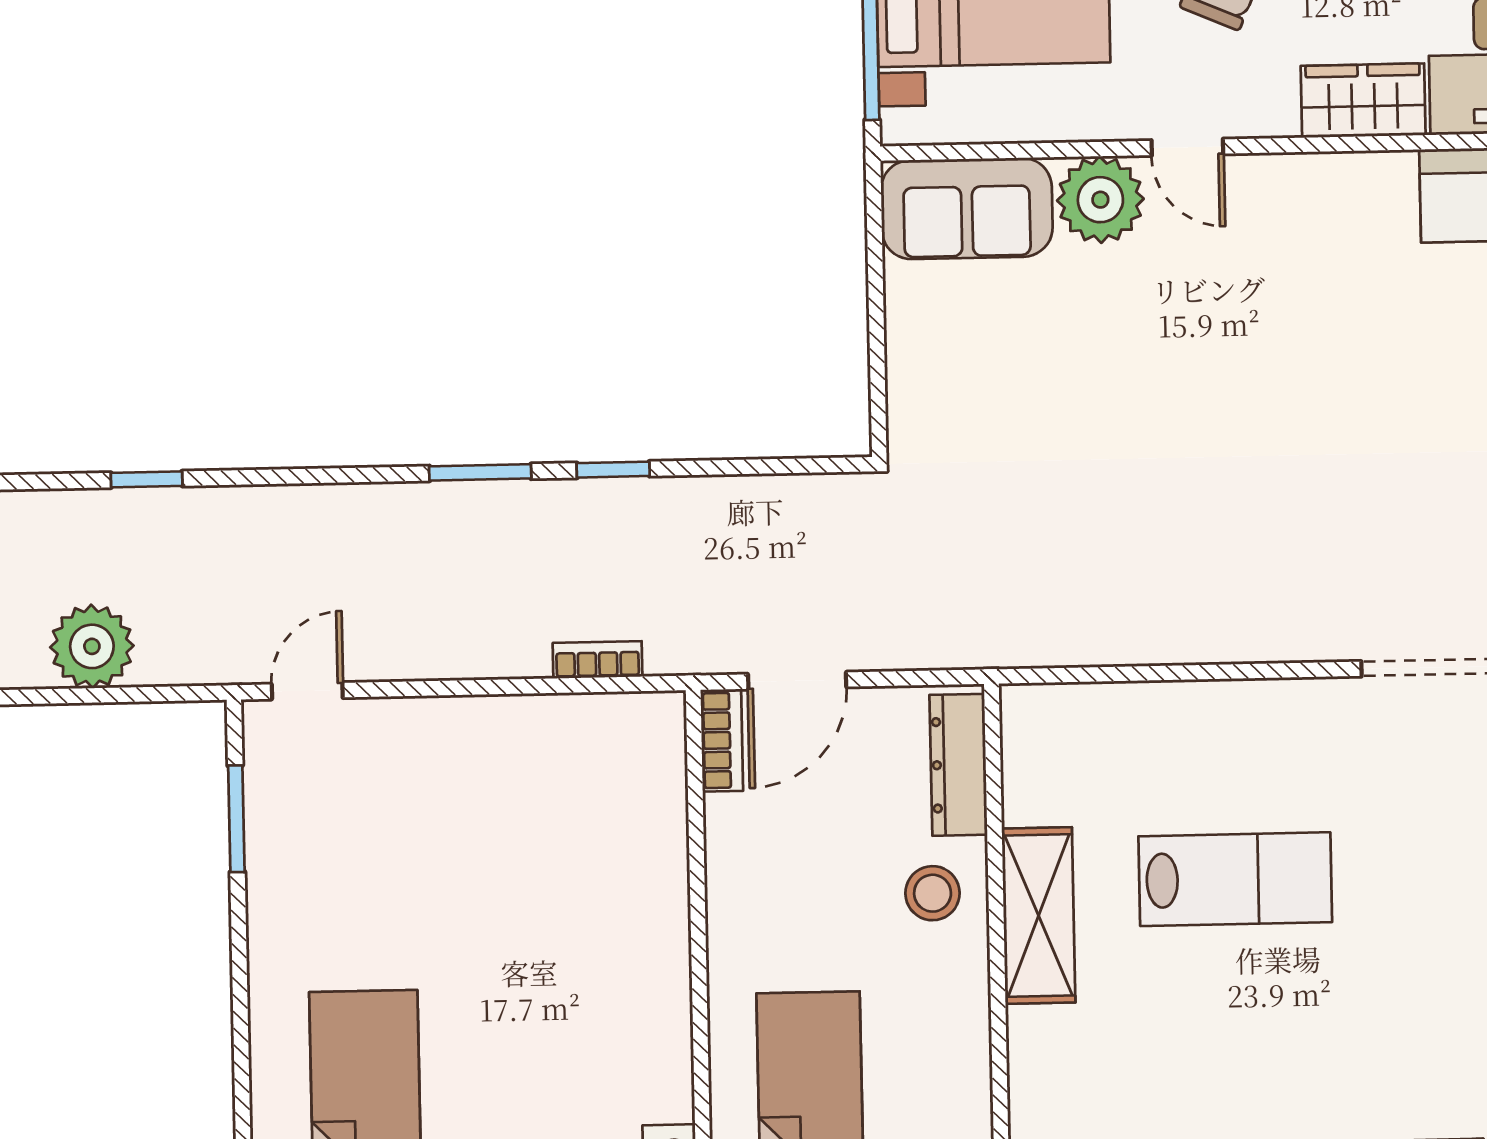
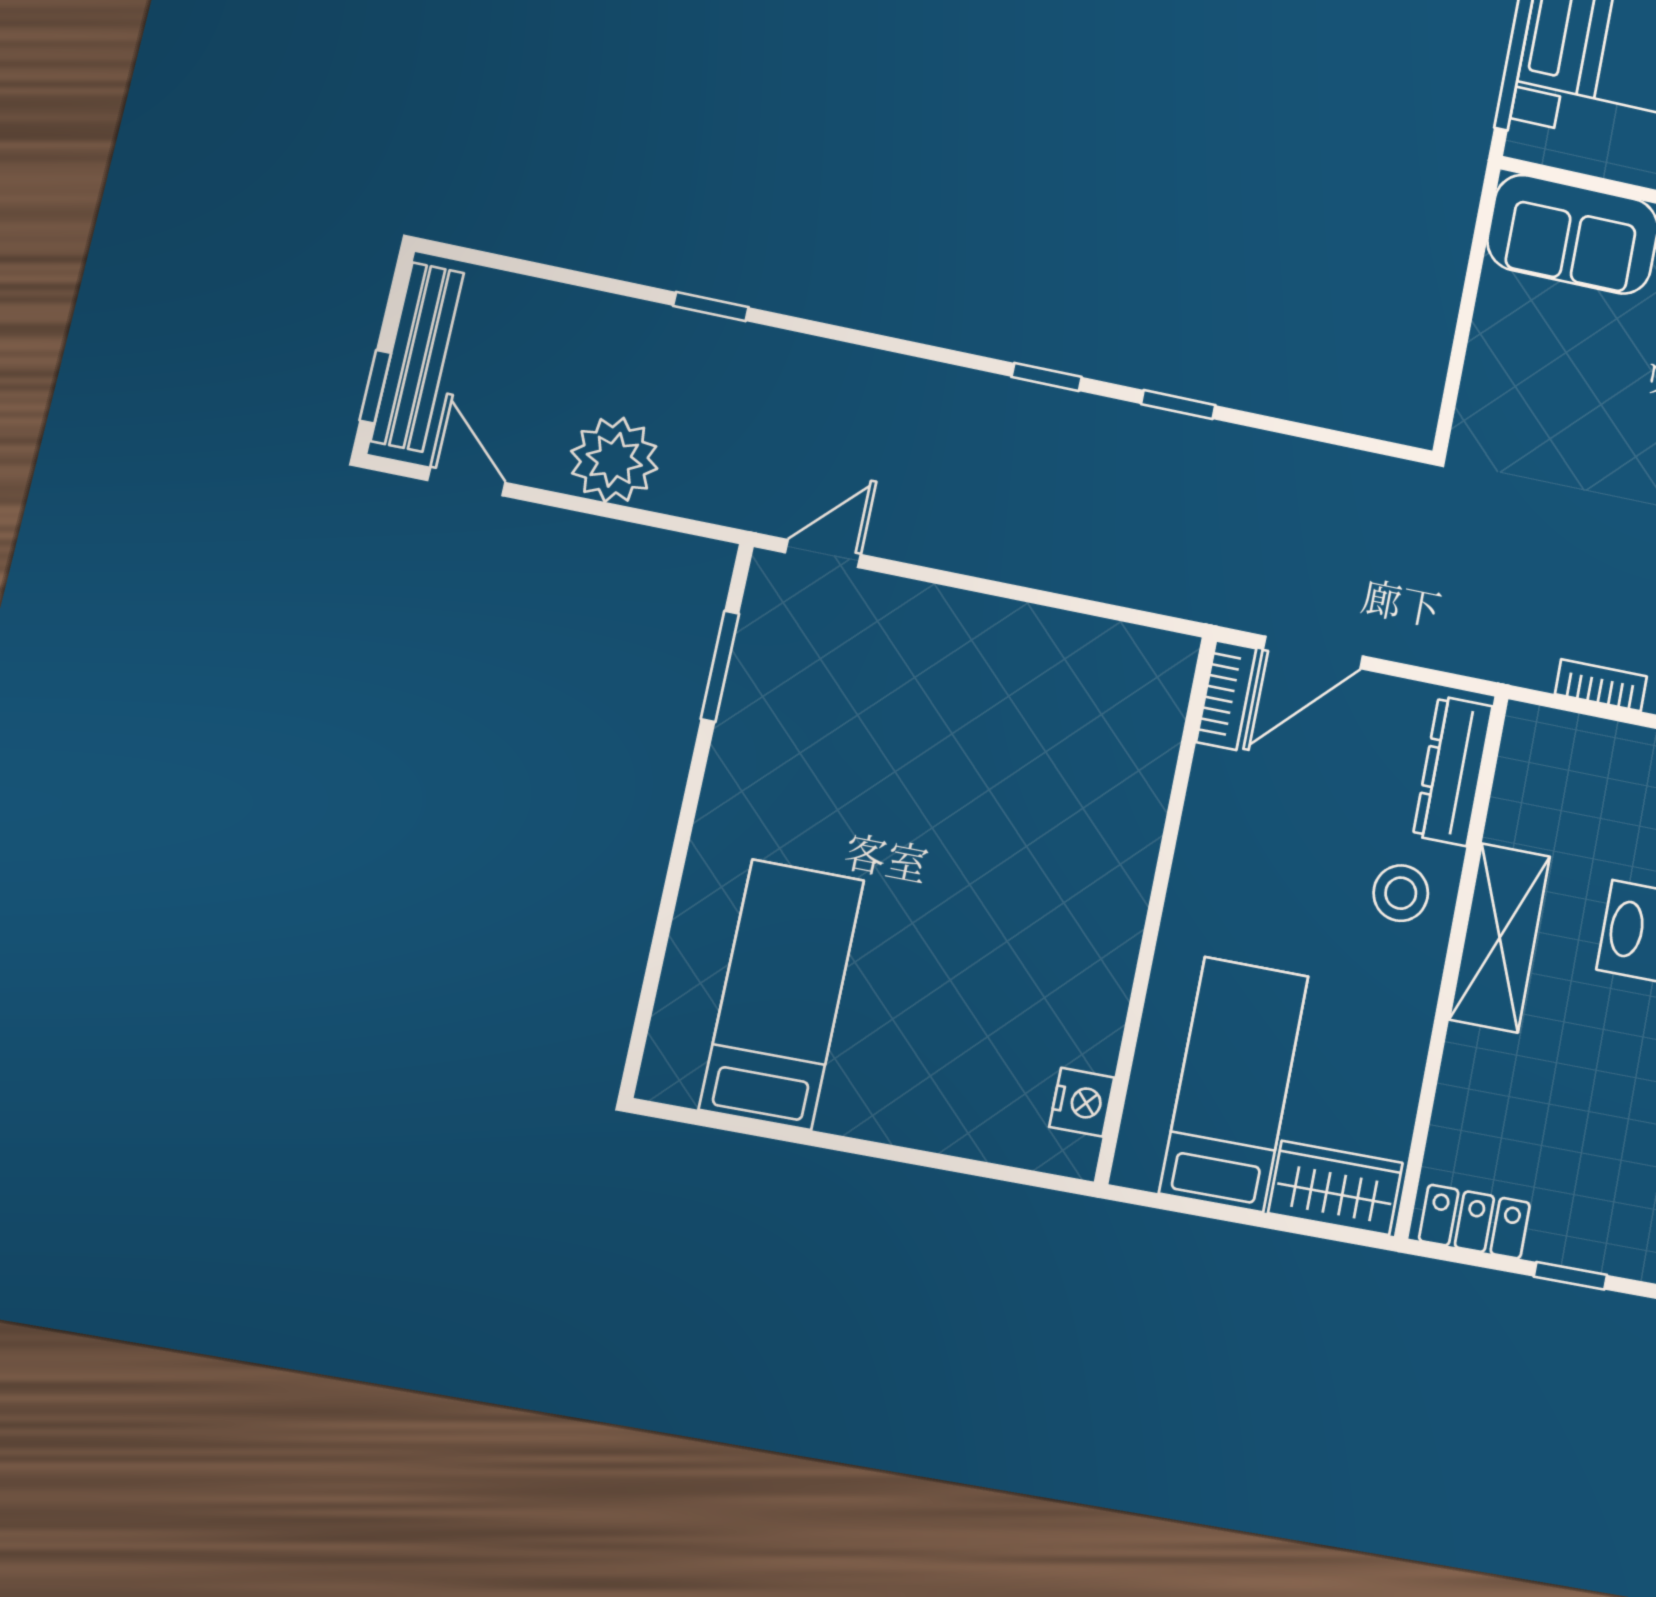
window: (480, 472) -> (1047, 377), width x0.67
bookcase: (598, 660) -> (1601, 685), moved

